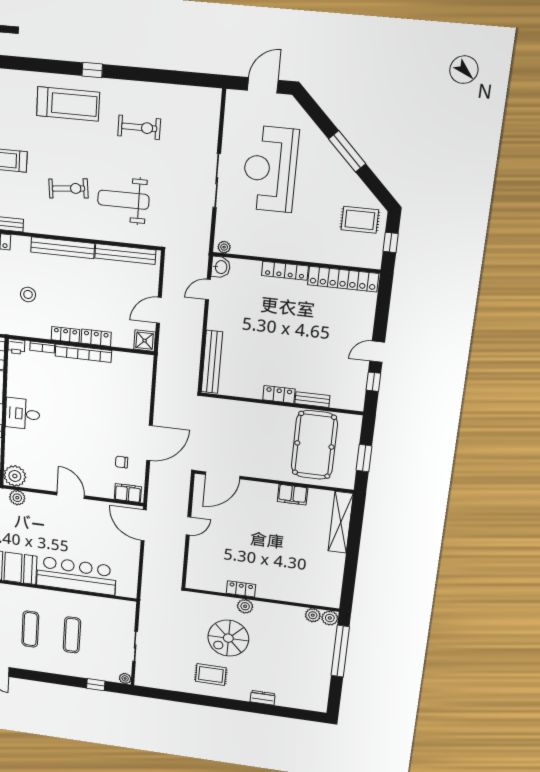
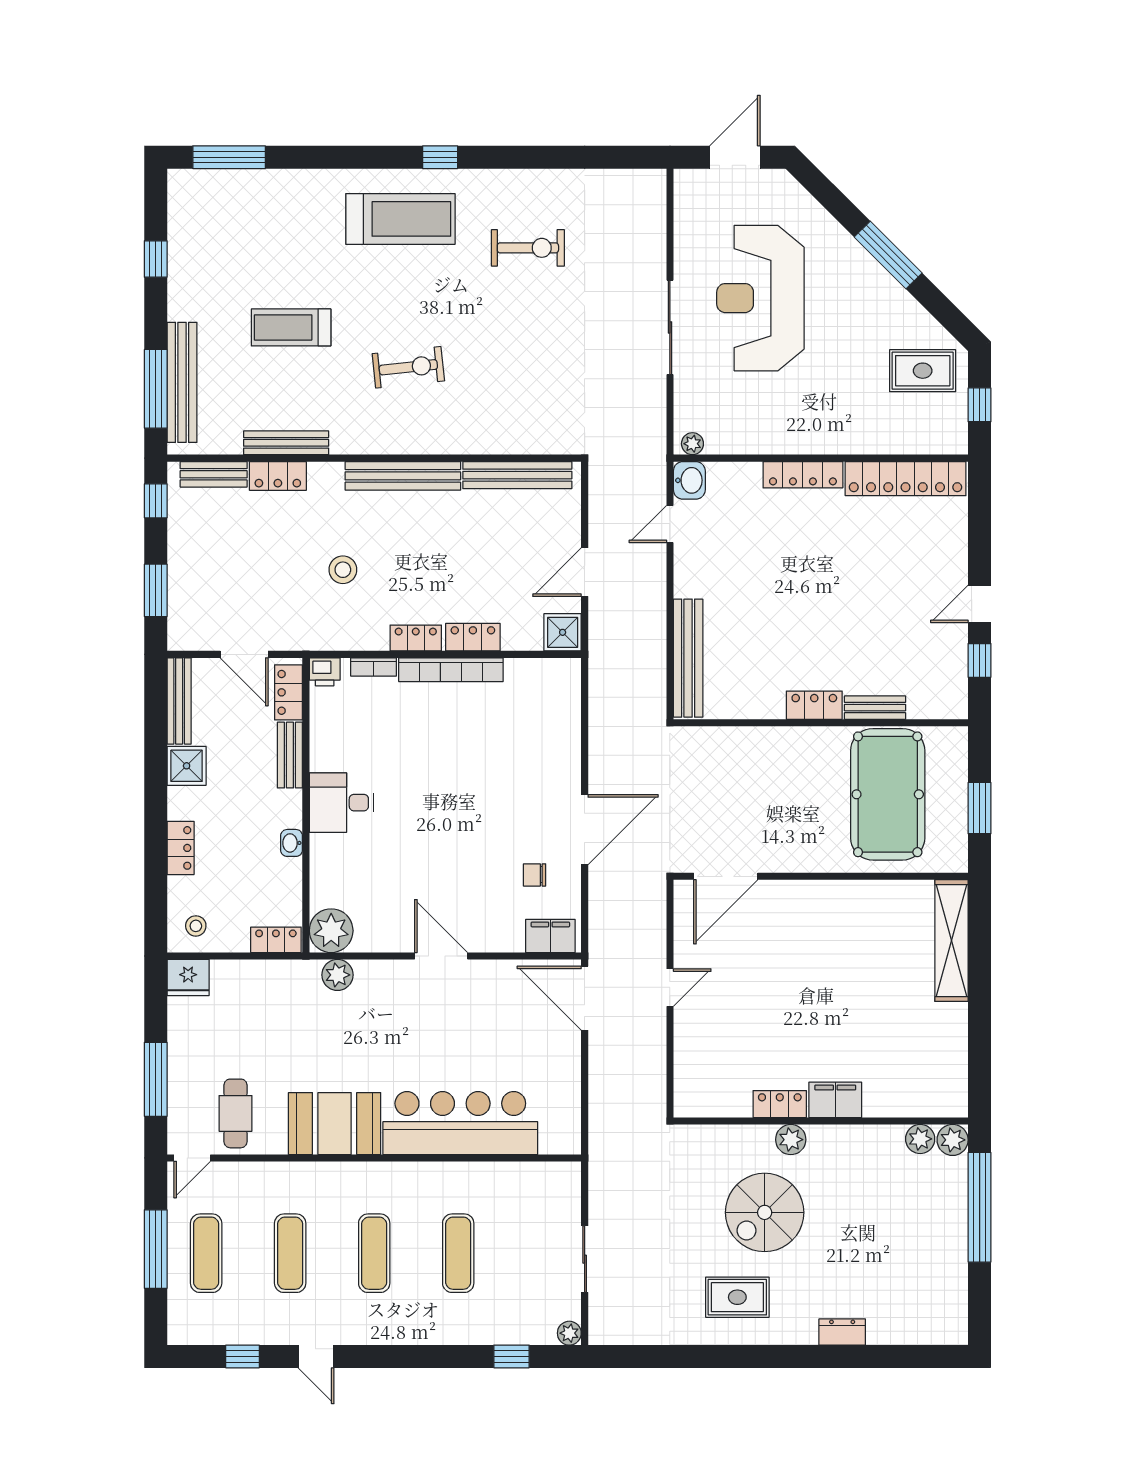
weight bench: (123, 200) -> (508, 377), removed
filing cabinet: (293, 495) -> (835, 1100), moved, turned 180

